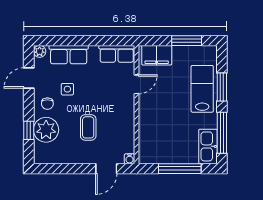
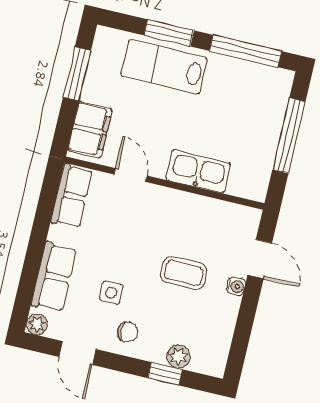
plant: (46, 130) -> (178, 357), width x0.53, depth x0.53
kitchen sink: (208, 146) -> (198, 171), moved, turned 180
water cooler: (129, 159) -> (236, 286), moved

